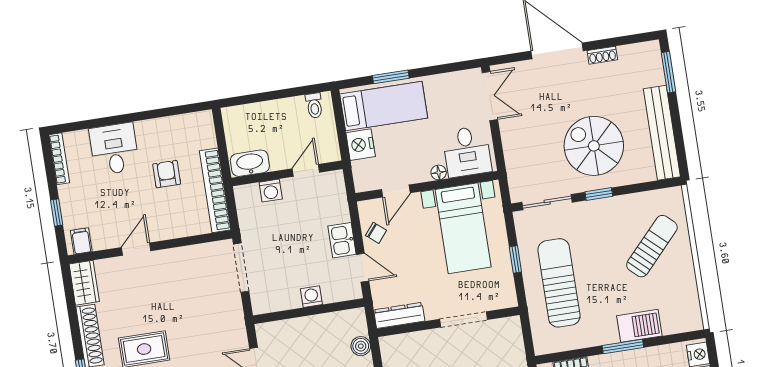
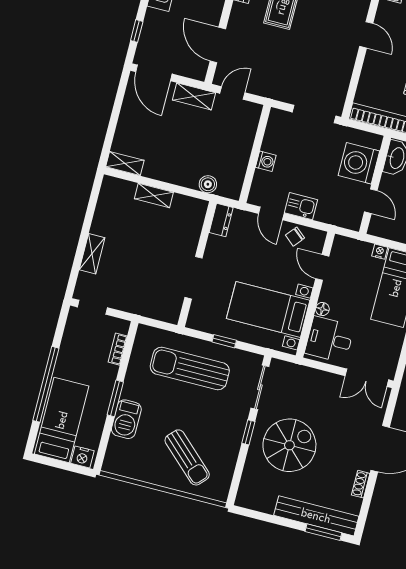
bench: (662, 133) -> (316, 516), moved
nightstand: (361, 145) -> (380, 252), width x0.53, depth x0.56
washing machine: (271, 191) -> (359, 163), width x1.89, depth x1.89
door: (363, 268) -> (271, 213), hinge flipped
sun lounger: (559, 283) -> (190, 369), turned 180
dresser: (399, 315) -> (221, 220), width x0.70

